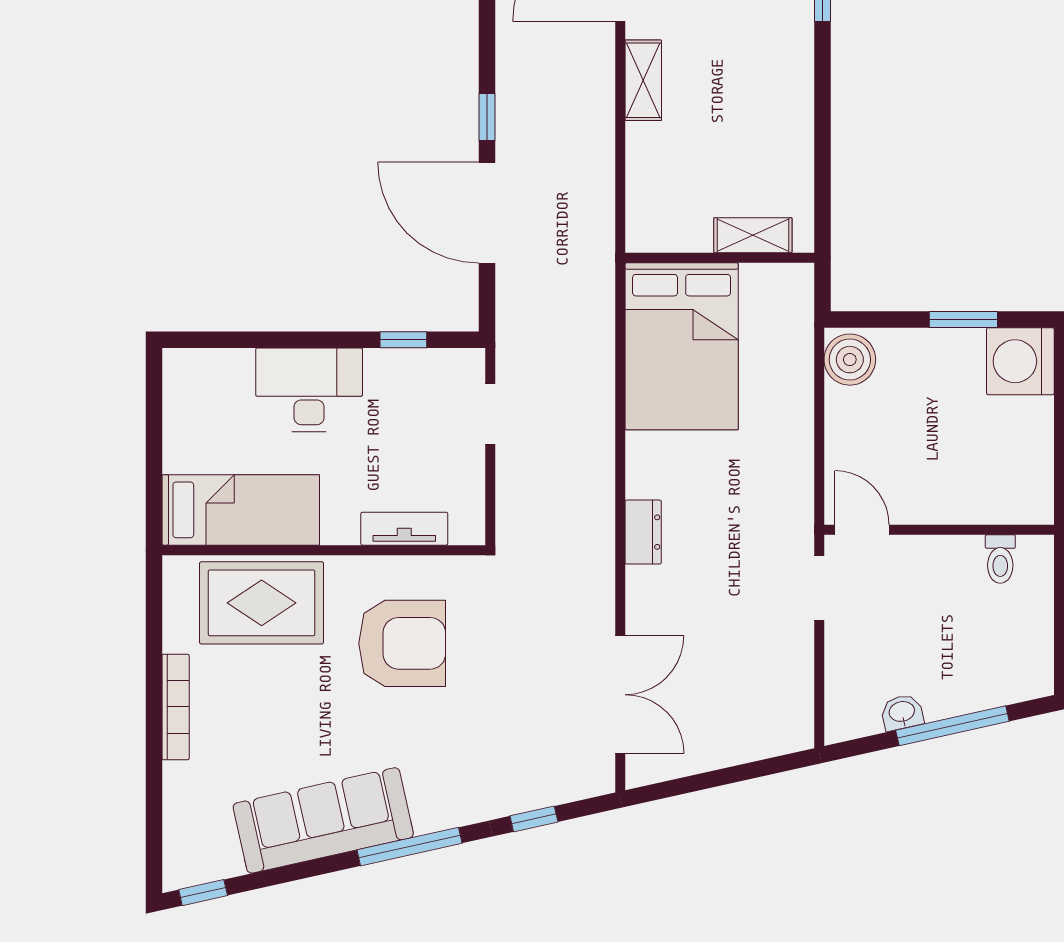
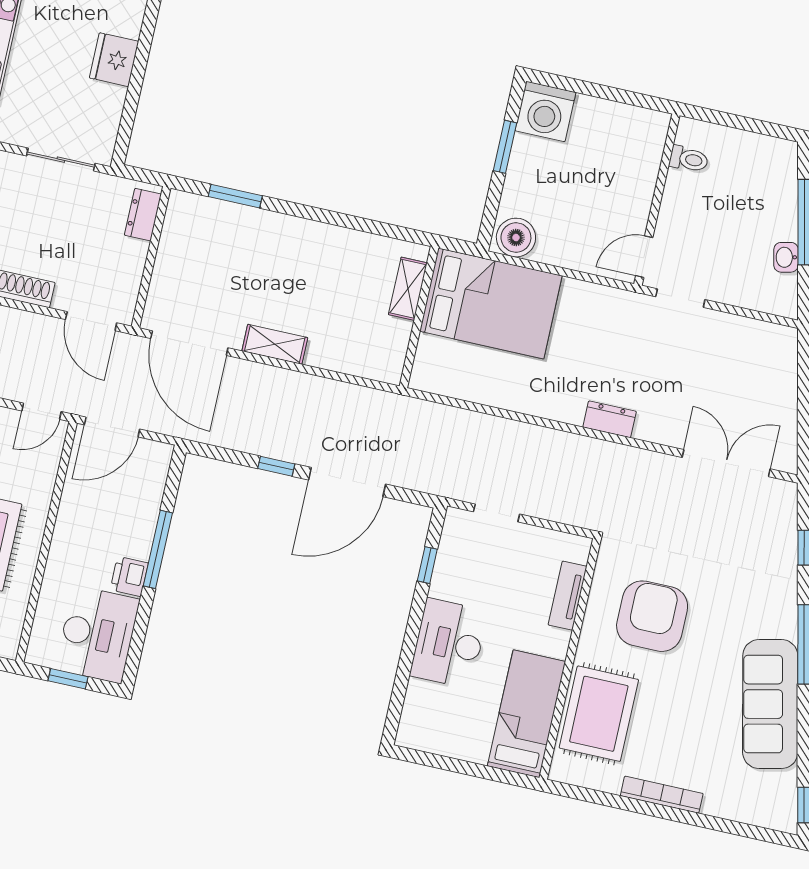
bed: (682, 346) -> (491, 303), moved

